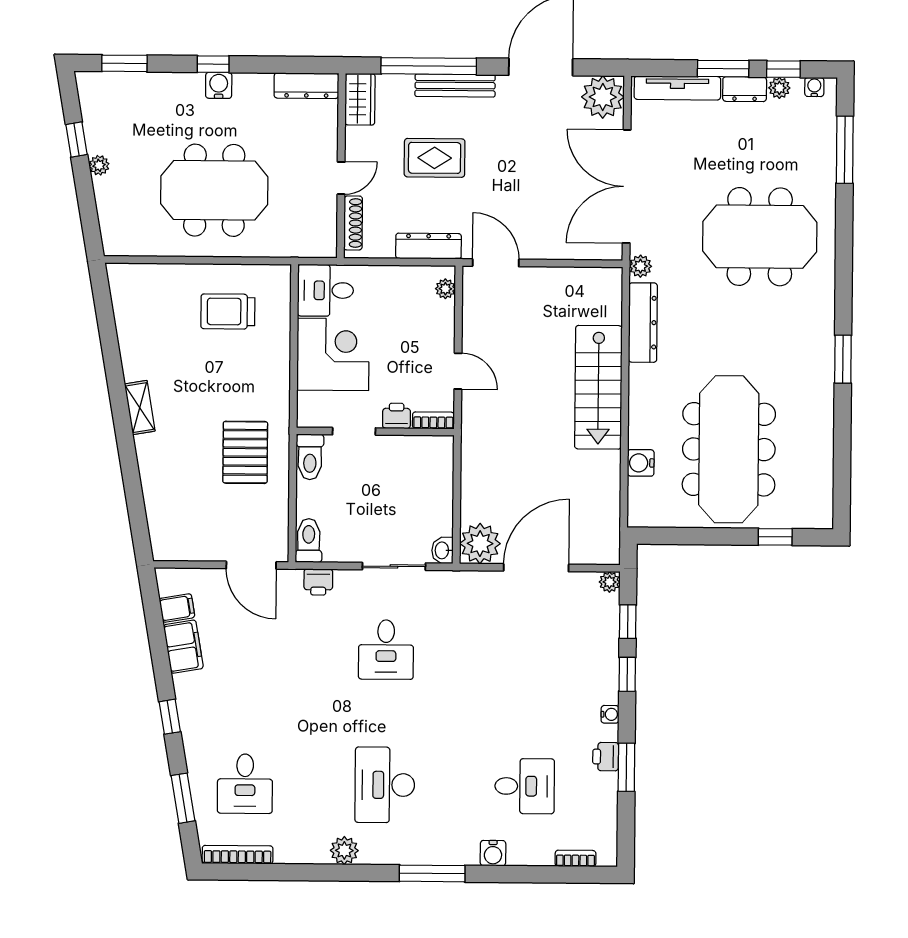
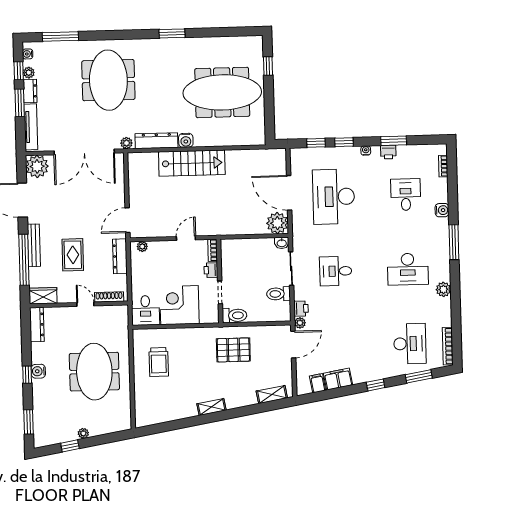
water cooler: (641, 463) -> (186, 140), moved
shelving: (159, 521) -> (272, 395), added
toilet: (309, 540) -> (278, 294), moved
plant: (610, 582) -> (300, 323), moved
desk: (386, 650) -> (336, 271), turned 180
desk: (526, 651) -> (334, 197), added
desk: (245, 784) -> (410, 344), width x1.37

